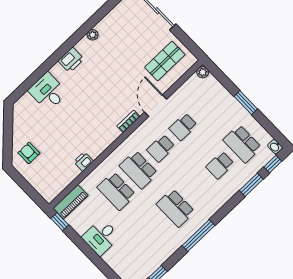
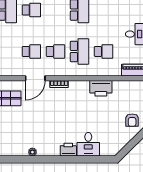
printer: (71, 60) -> (68, 150), moved
printer: (84, 162) -> (101, 88), width x1.87, depth x1.48
school desk: (116, 191) -> (104, 51), width x0.54

